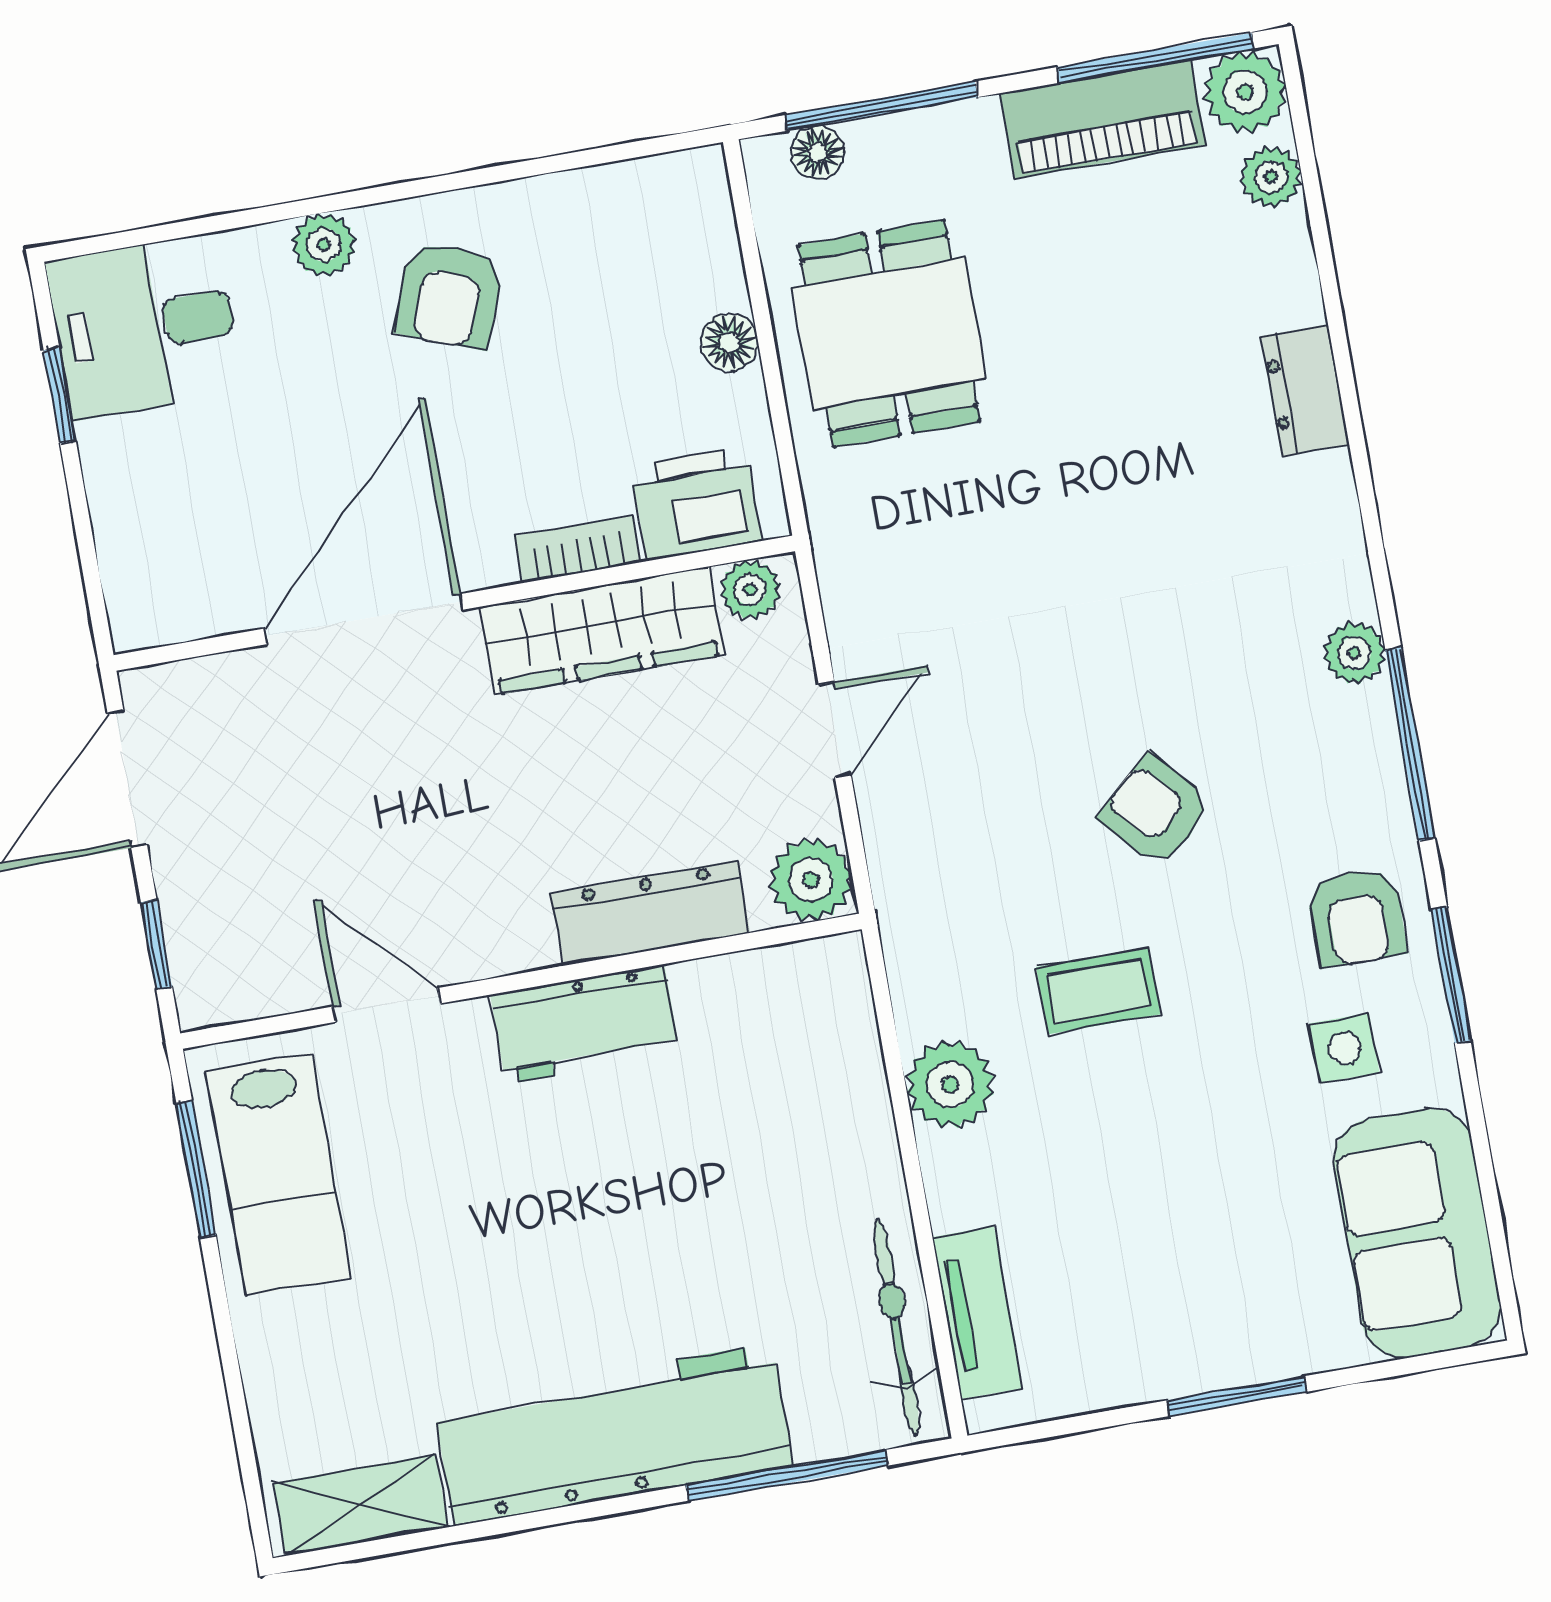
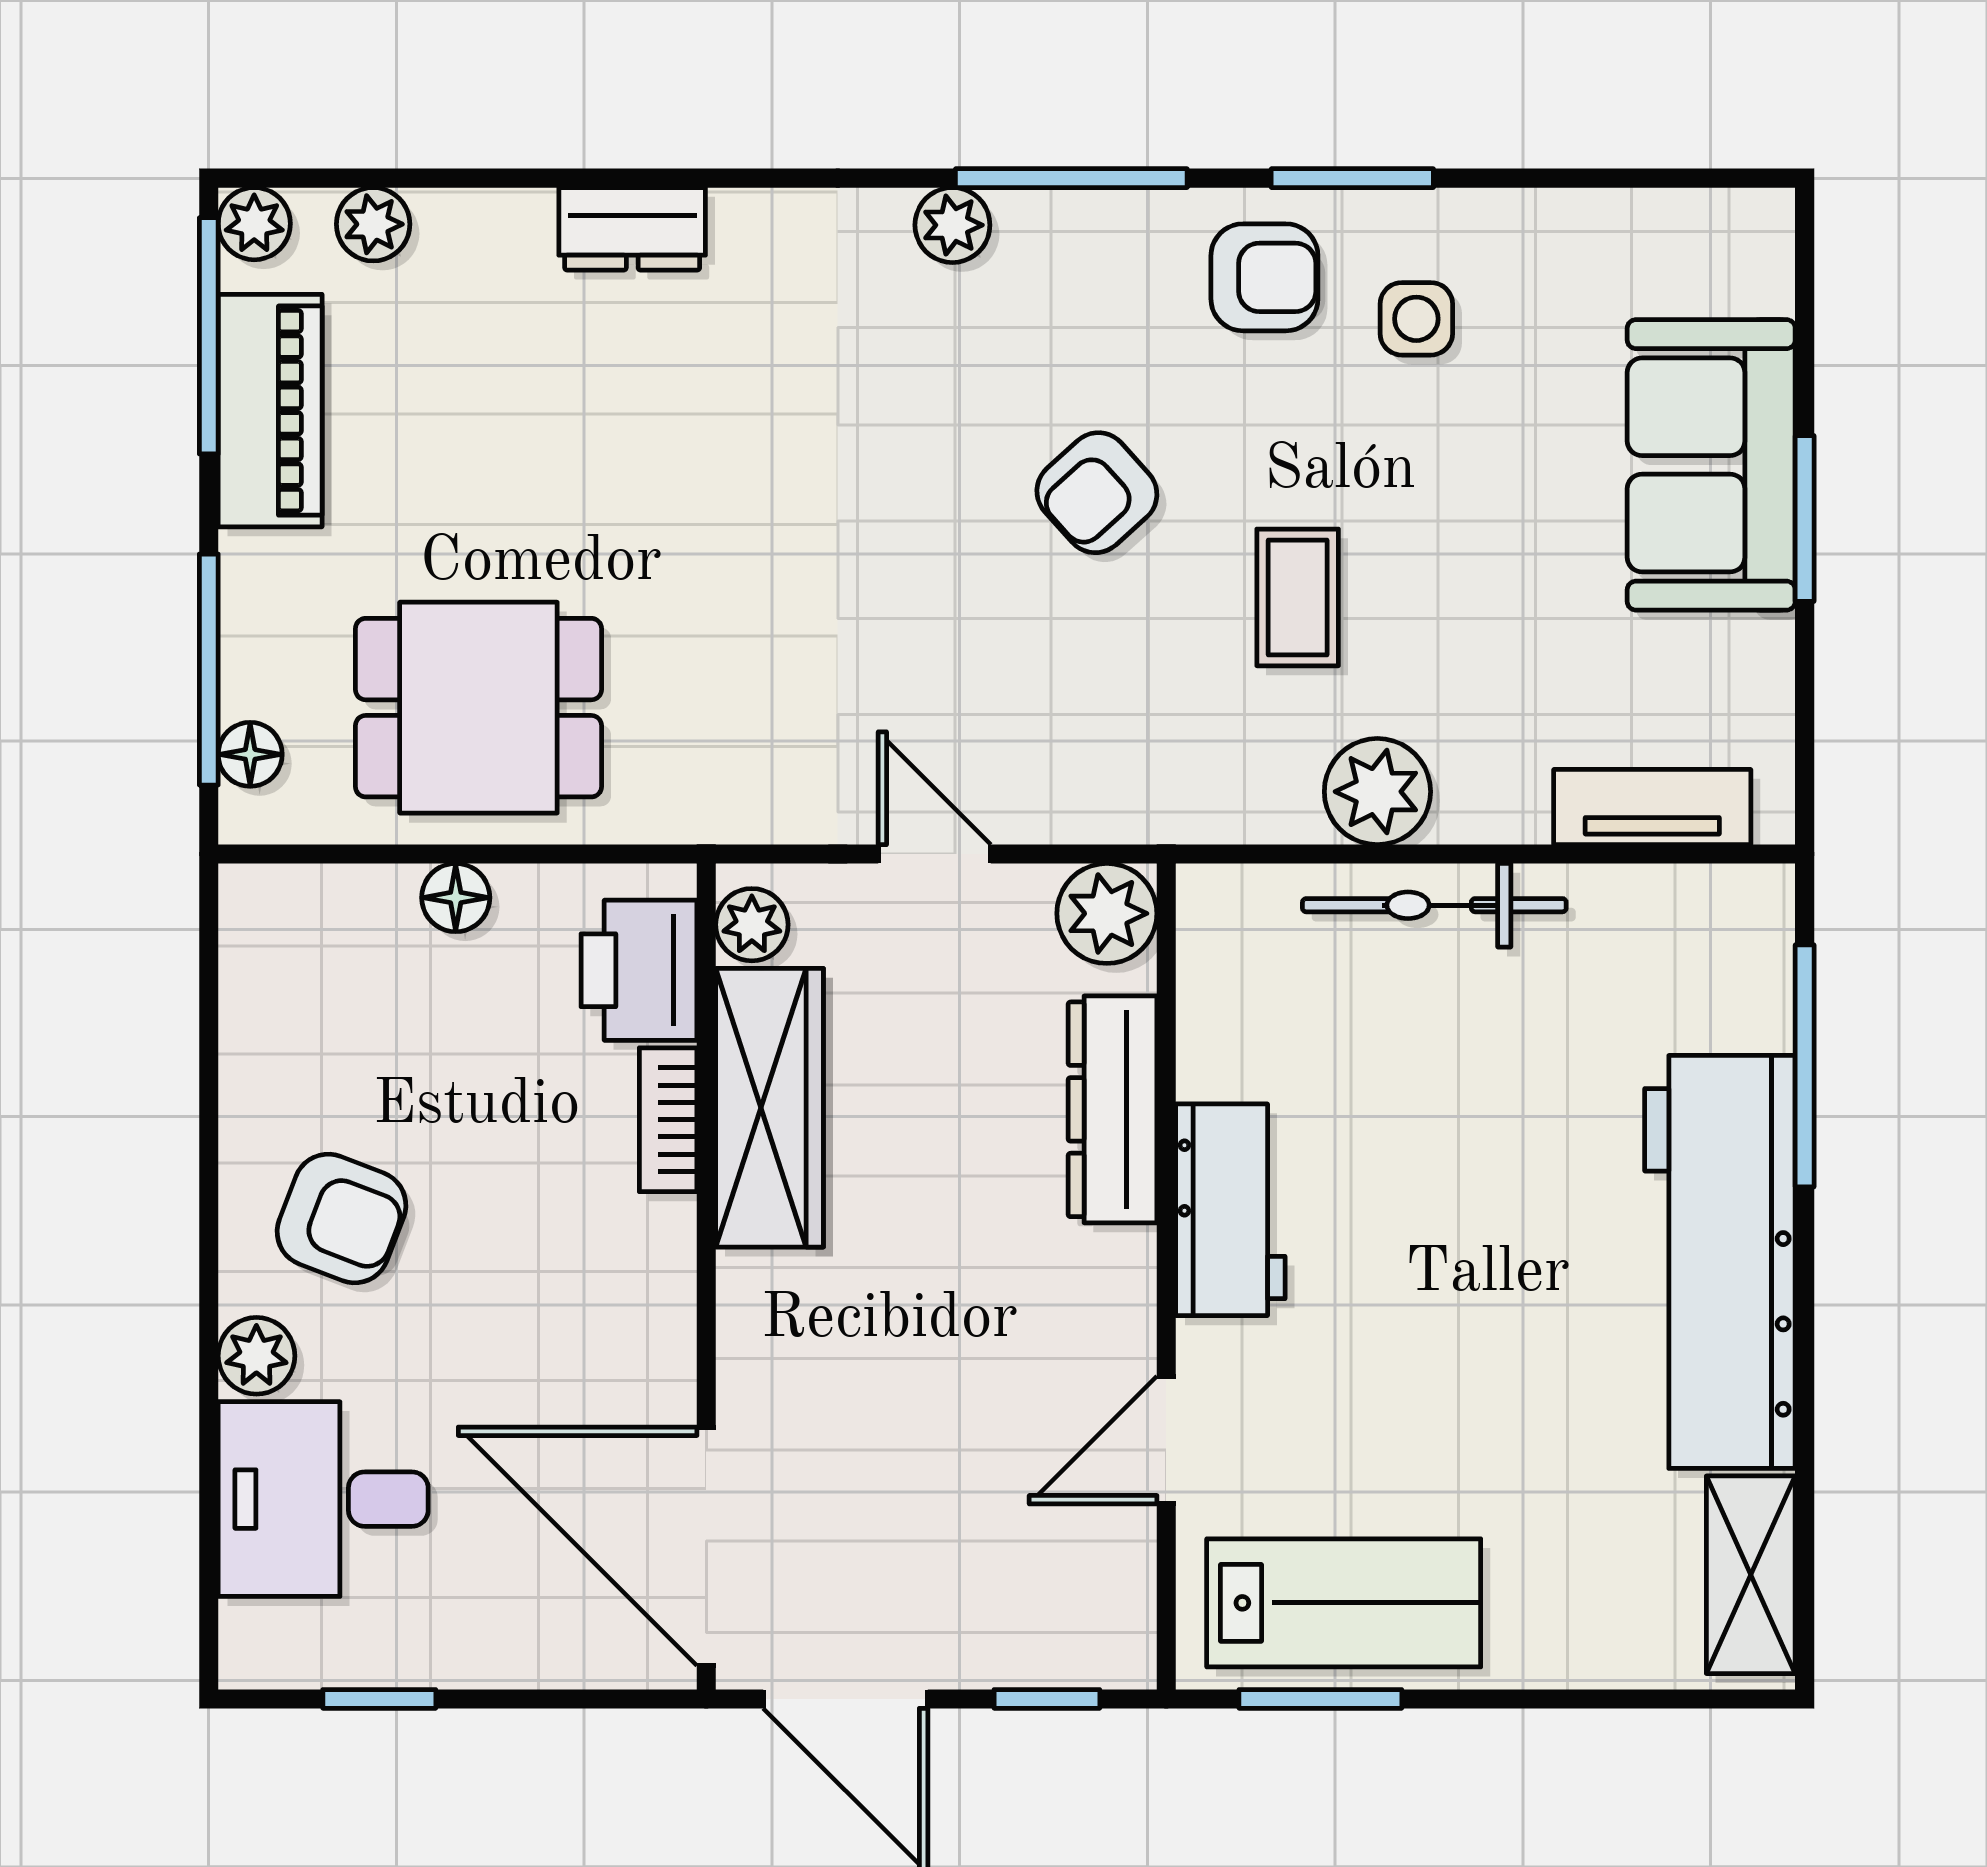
plant: (1245, 92) -> (254, 224), width x0.73, depth x0.73
desk: (145, 327) -> (323, 1499), moved, turned 90
door: (364, 619) -> (706, 1546), moved
sofa: (1417, 1233) -> (1711, 465), moved, turned 90
bicycle: (897, 1327) -> (1434, 905), moved

